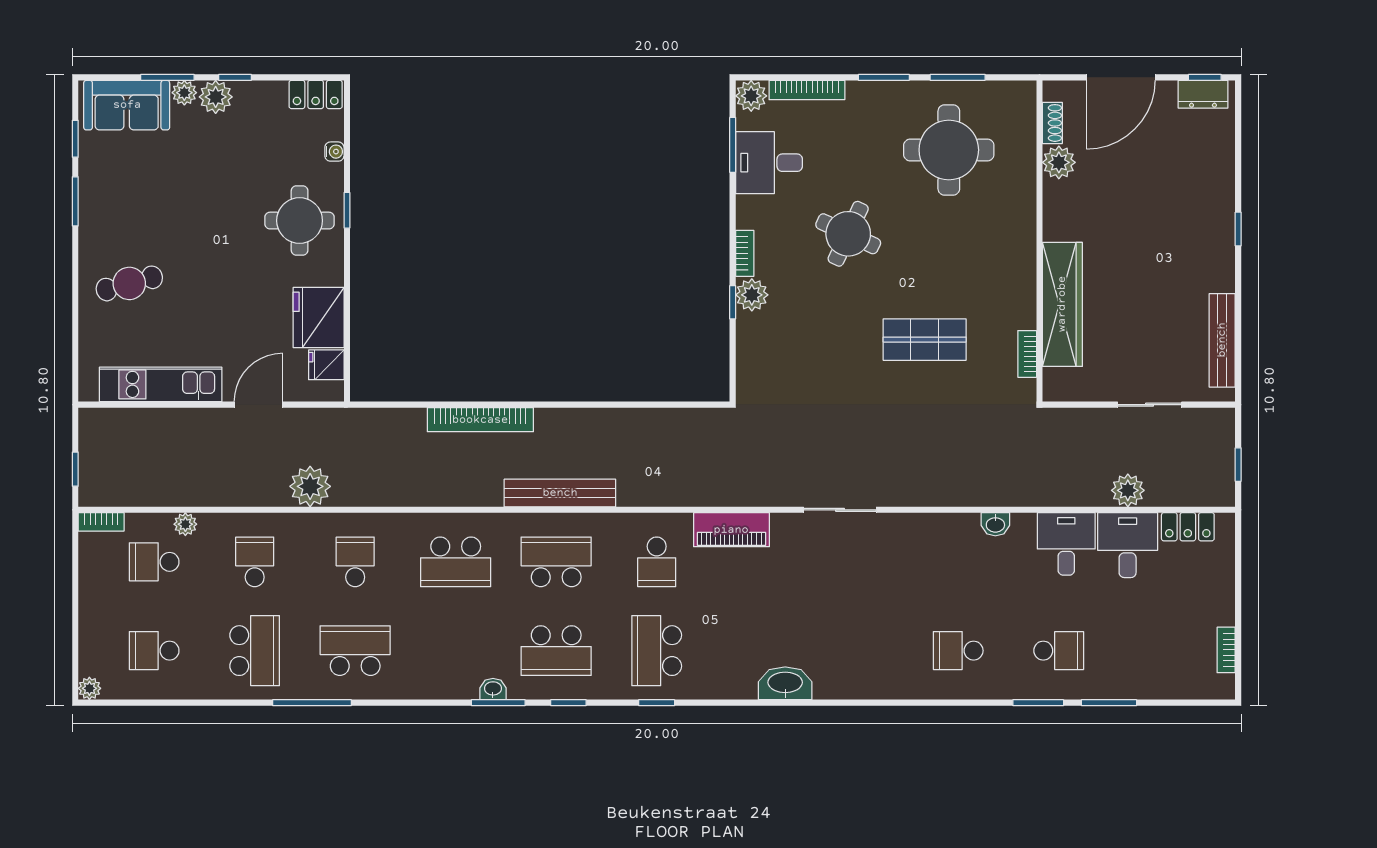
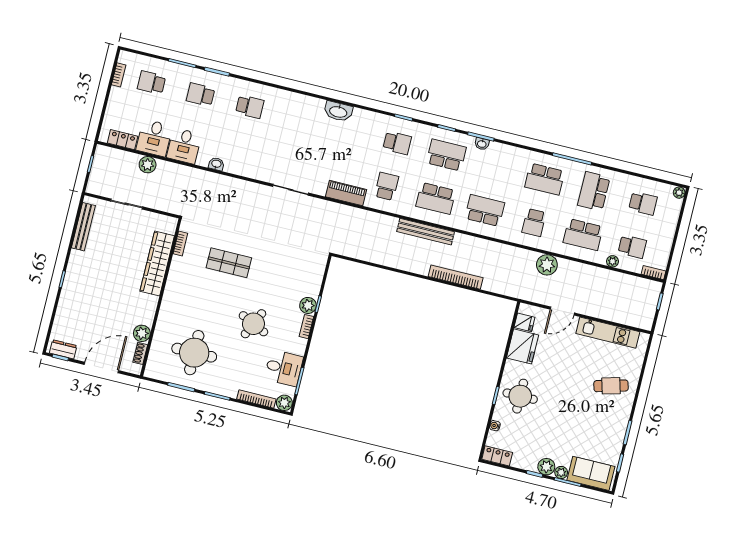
school desk: (255, 562) -> (583, 235), width x1.85
school desk: (657, 651) -> (397, 143), width x0.54
school desk: (1159, 651) -> (151, 83), added

